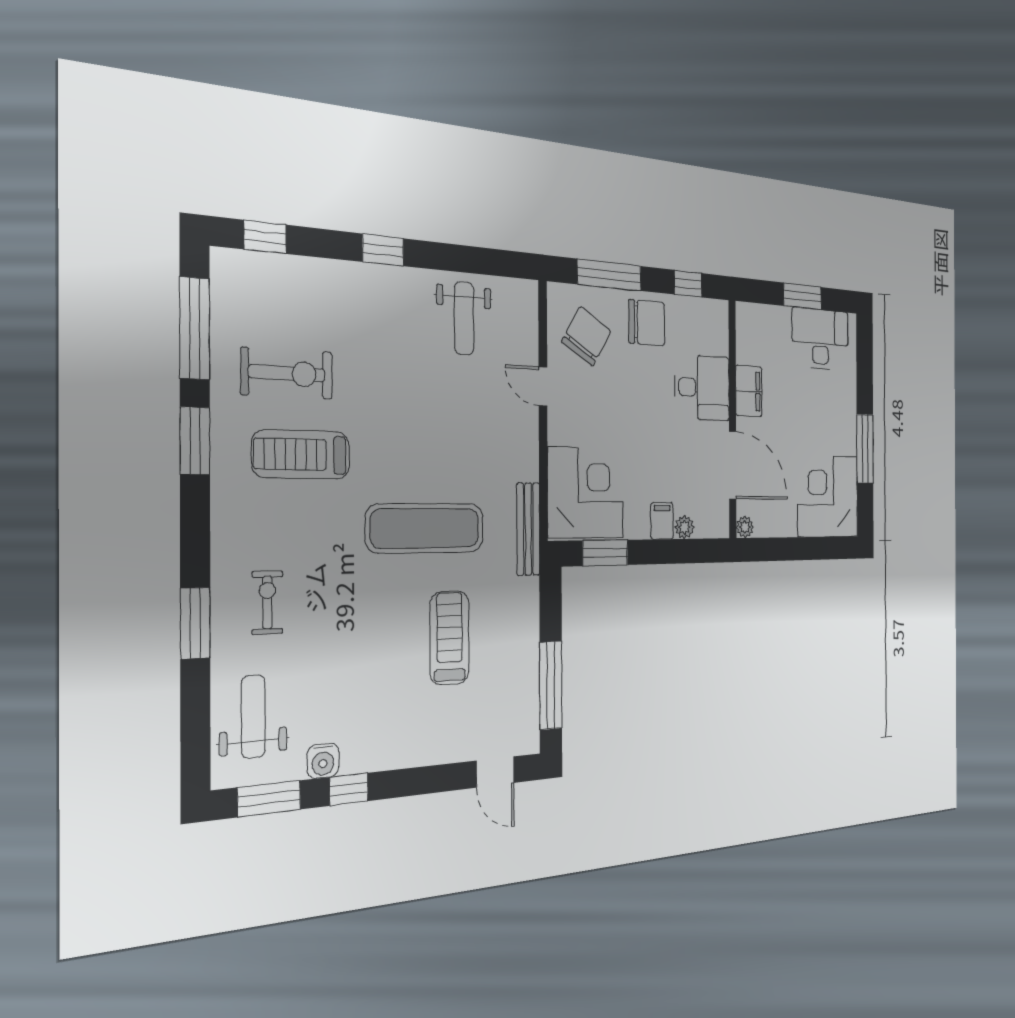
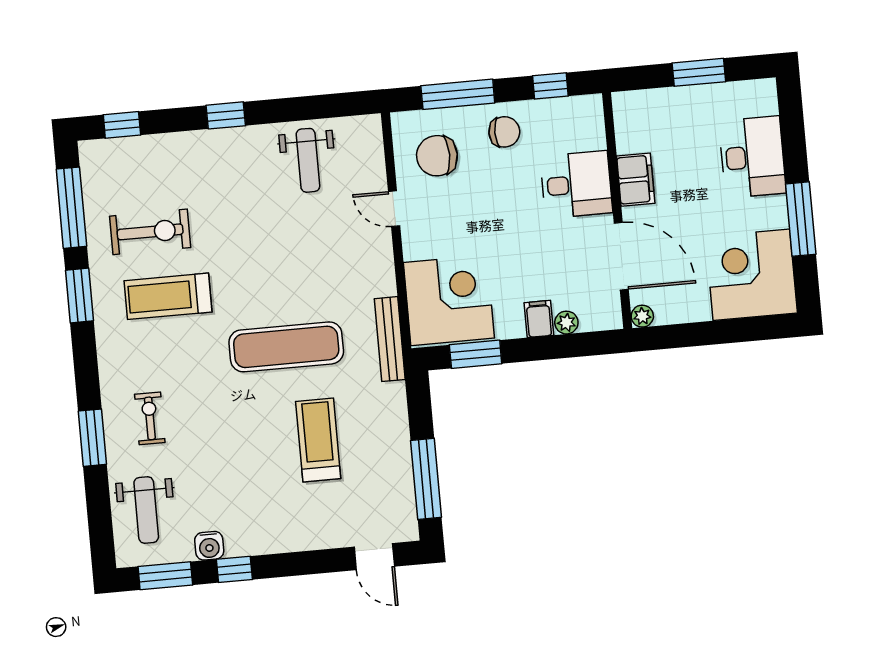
chair: (647, 323) -> (504, 132), width x0.73, depth x0.73
chair: (586, 336) -> (437, 156), turned -121
desk: (820, 339) -> (752, 157), moved, turned 90
weight bench: (253, 717) -> (146, 510), turned 180

